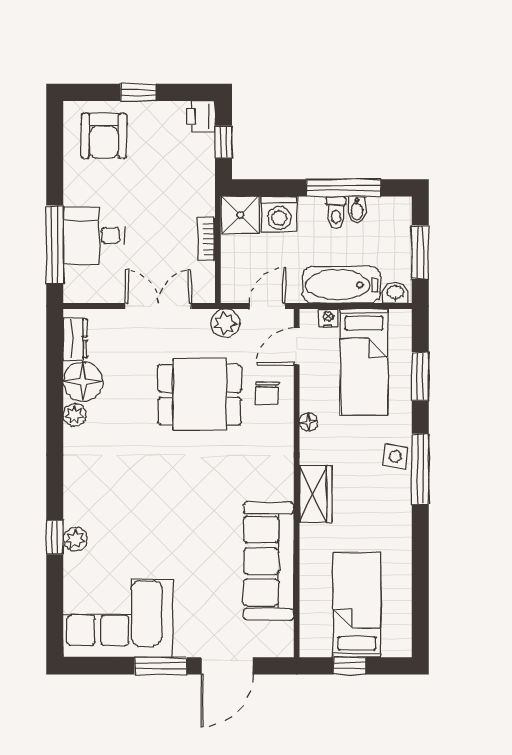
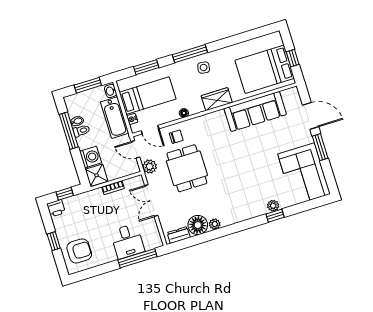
side table: (395, 457) -> (204, 68), moved
bed: (357, 605) -> (265, 69), width x1.50

